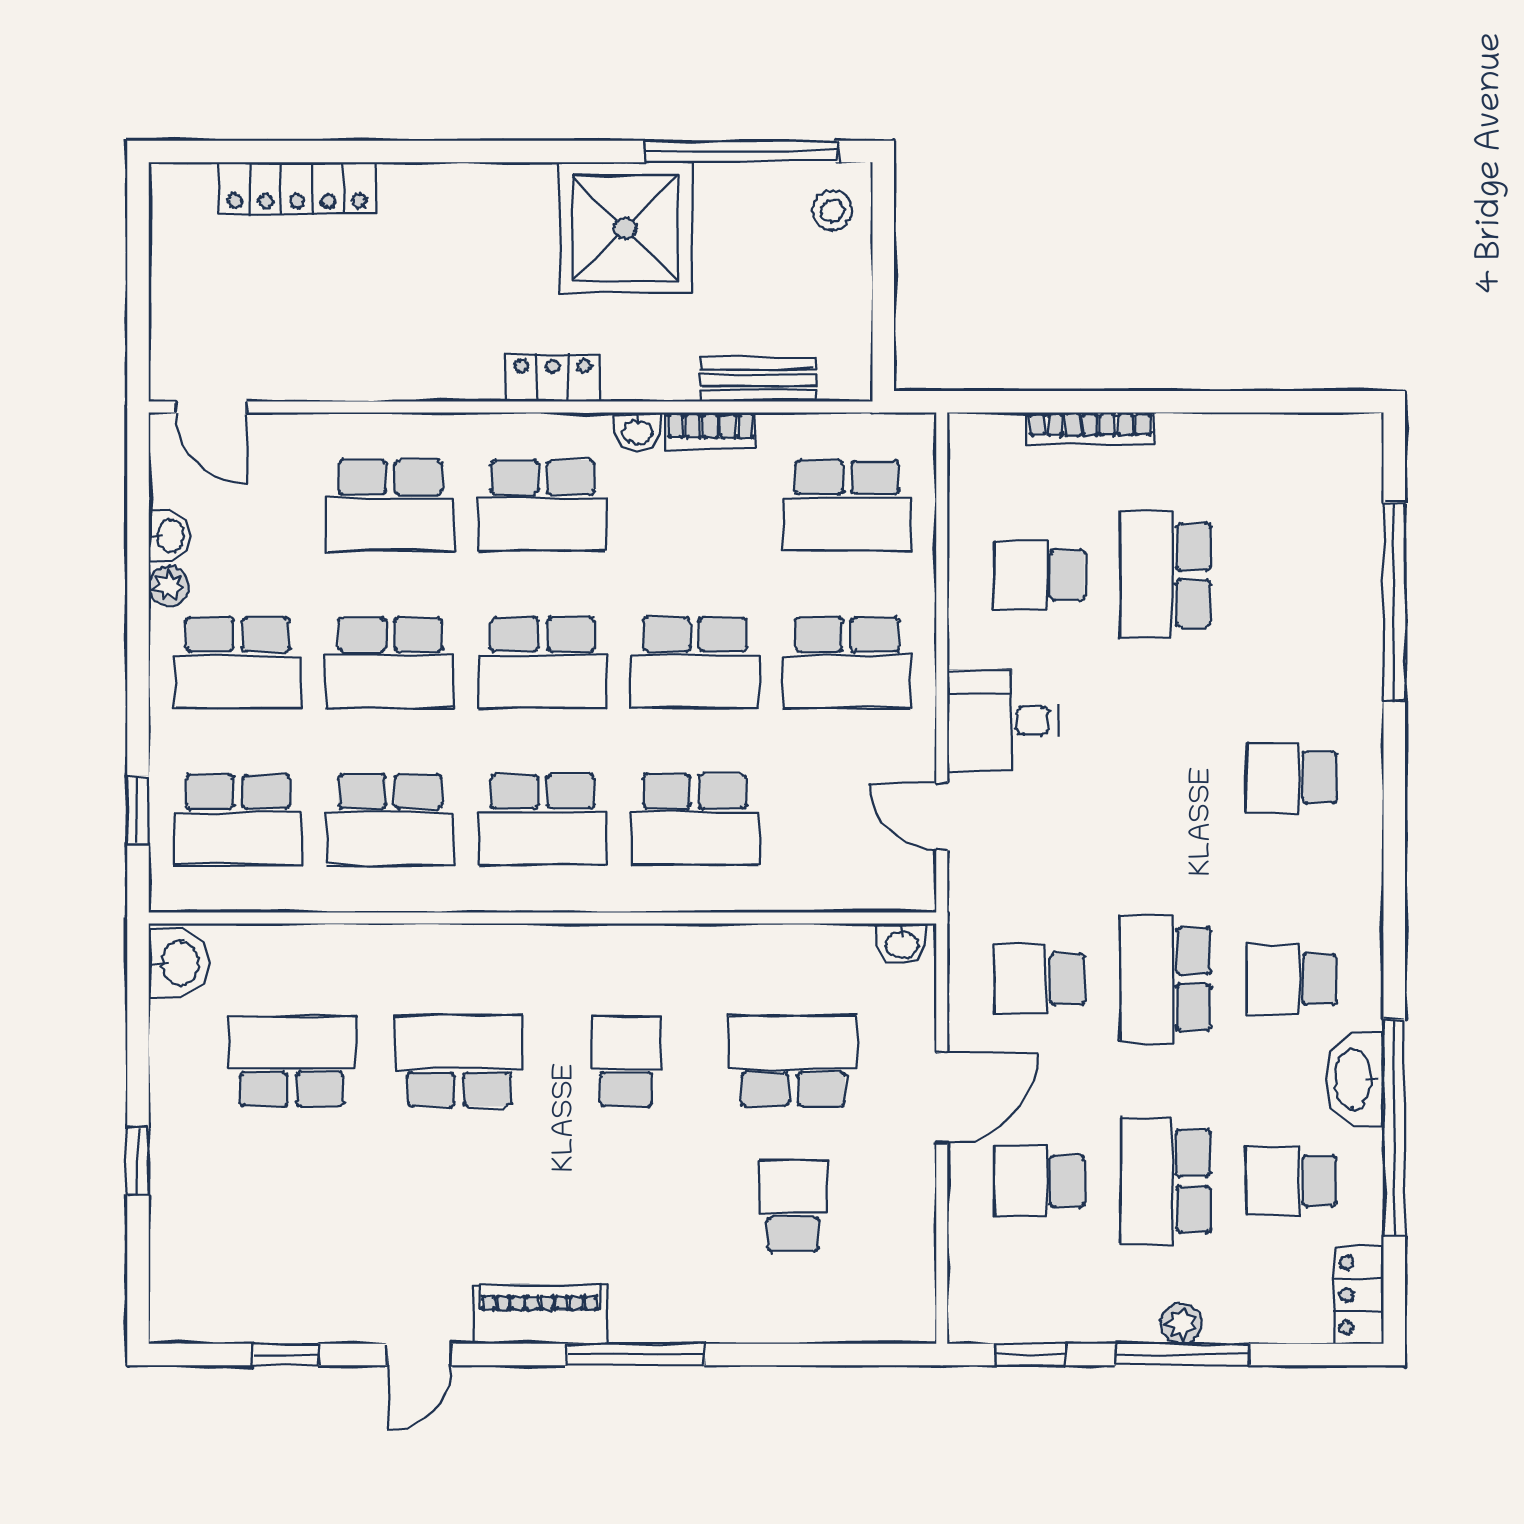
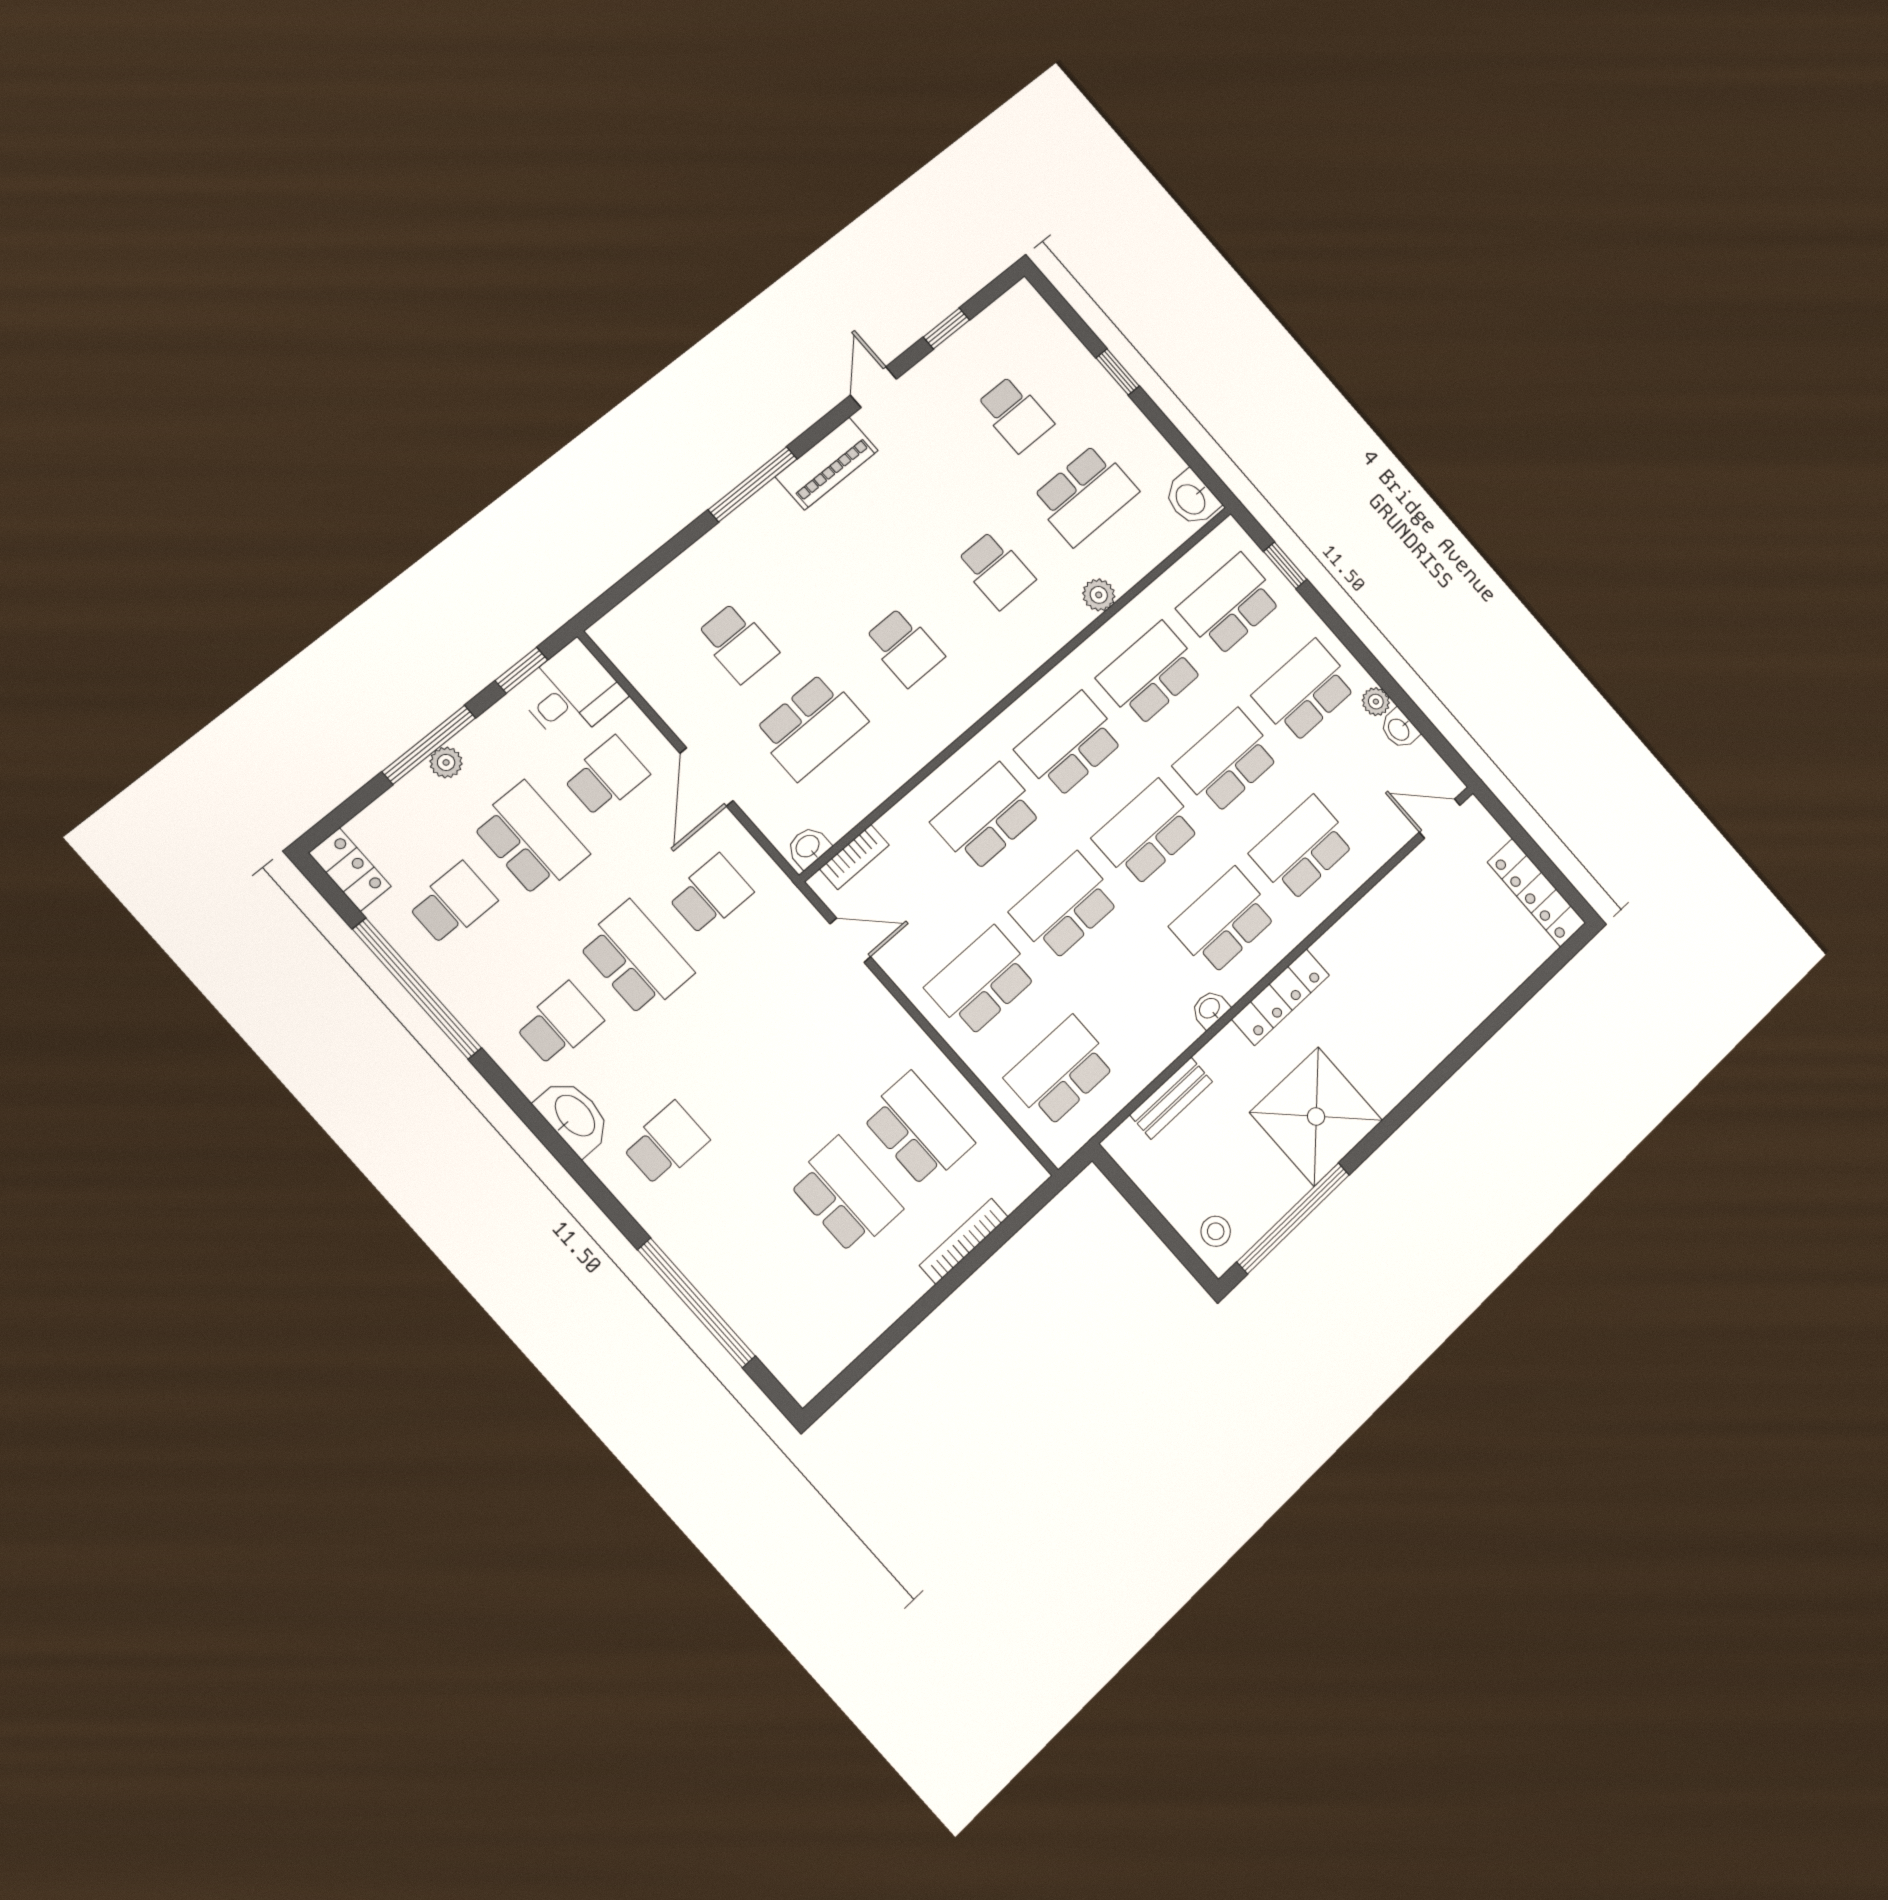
locker: (297, 188) -> (1536, 893), moved, turned -90
locker: (553, 378) -> (1281, 997), width x1.53
bookcase: (711, 430) -> (854, 857), moved, turned 180
school desk: (1039, 575) -> (918, 1130), width x1.85
desk: (1002, 721) -> (571, 693), moved
plant: (372, 946) -> (1099, 595), added
school desk: (459, 1061) -> (996, 570), width x0.54
washbasin: (1355, 1079) -> (574, 1116), moved
school desk: (292, 1206) -> (1015, 414), added

